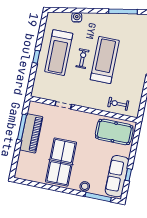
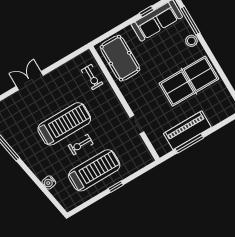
treadmill: (105, 60) -> (64, 124), turned 180

